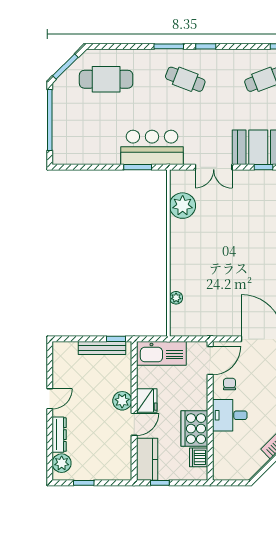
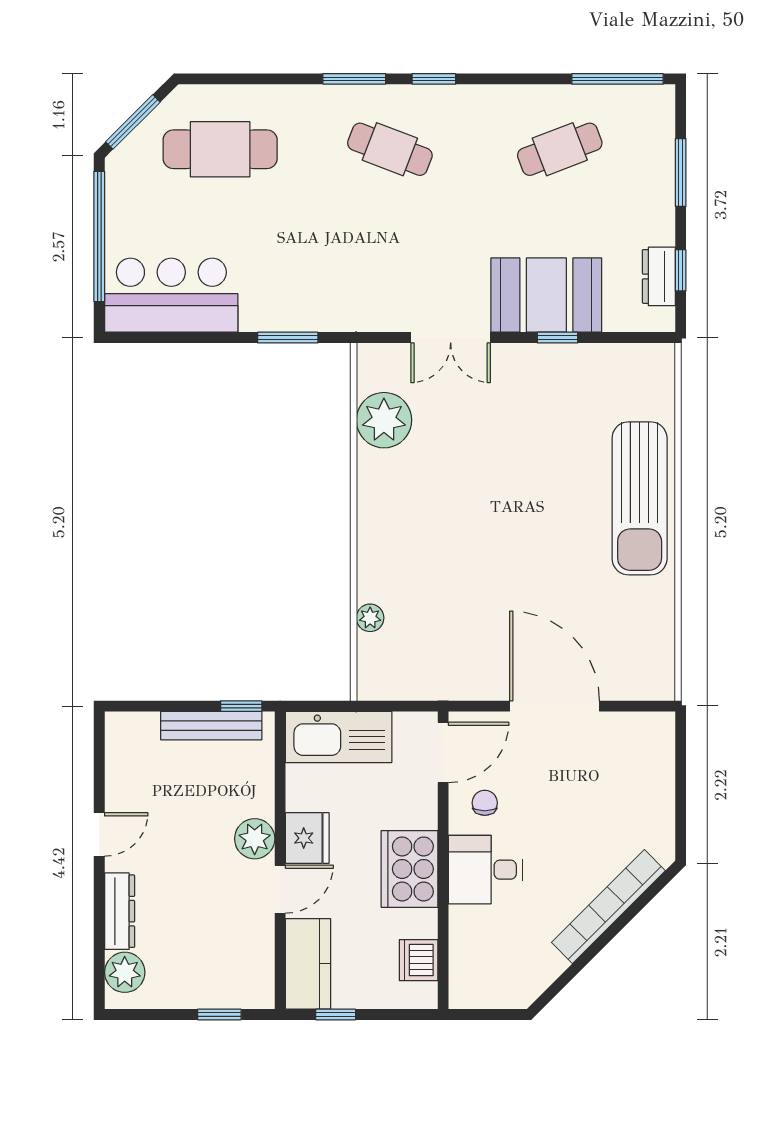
bar counter: (152, 147) -> (171, 295), moved
cooker: (194, 429) -> (409, 869), moved
window: (84, 483) -> (219, 1015), moved

